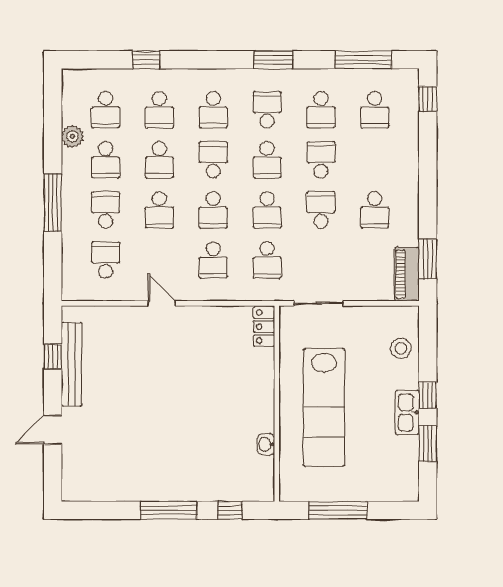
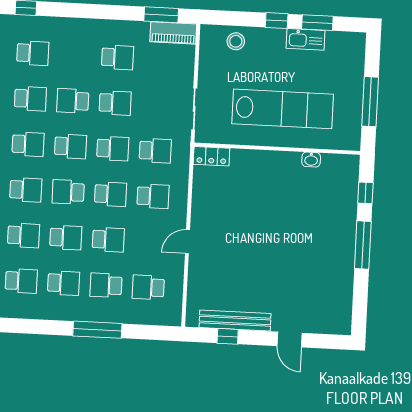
school desk: (267, 110) -> (28, 144), turned 180
plant: (72, 136) -> (42, 310), removed
school desk: (321, 210) -> (115, 103), turned 180
kitchen sink: (407, 412) -> (305, 39), moved

